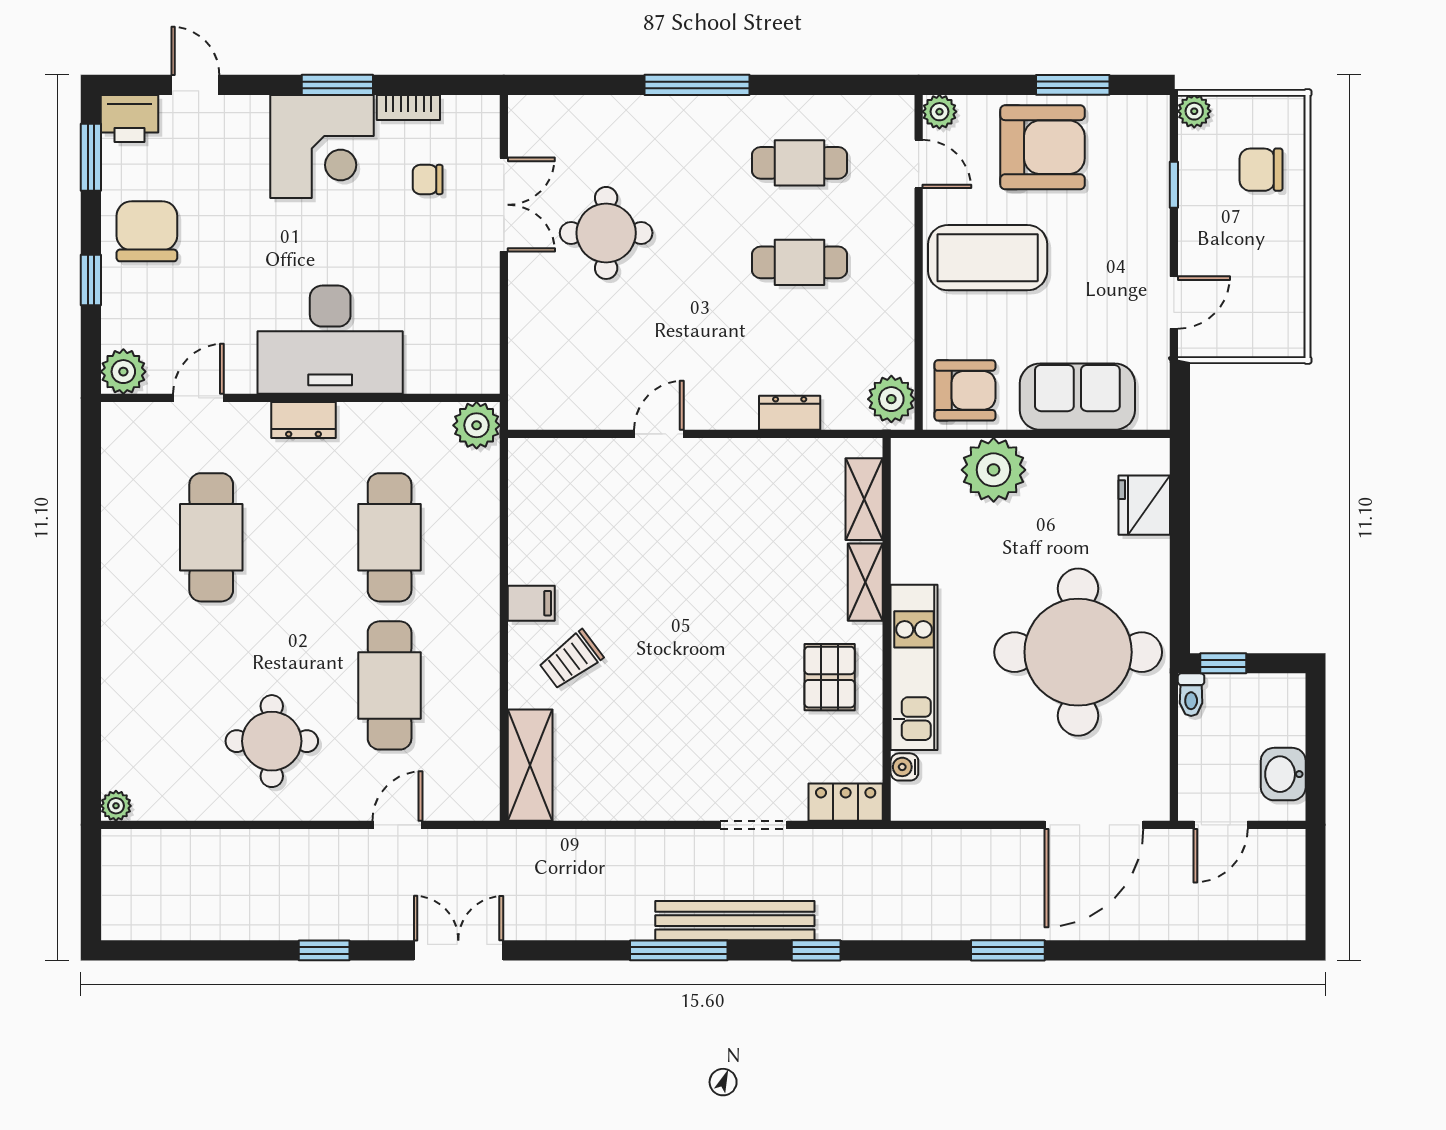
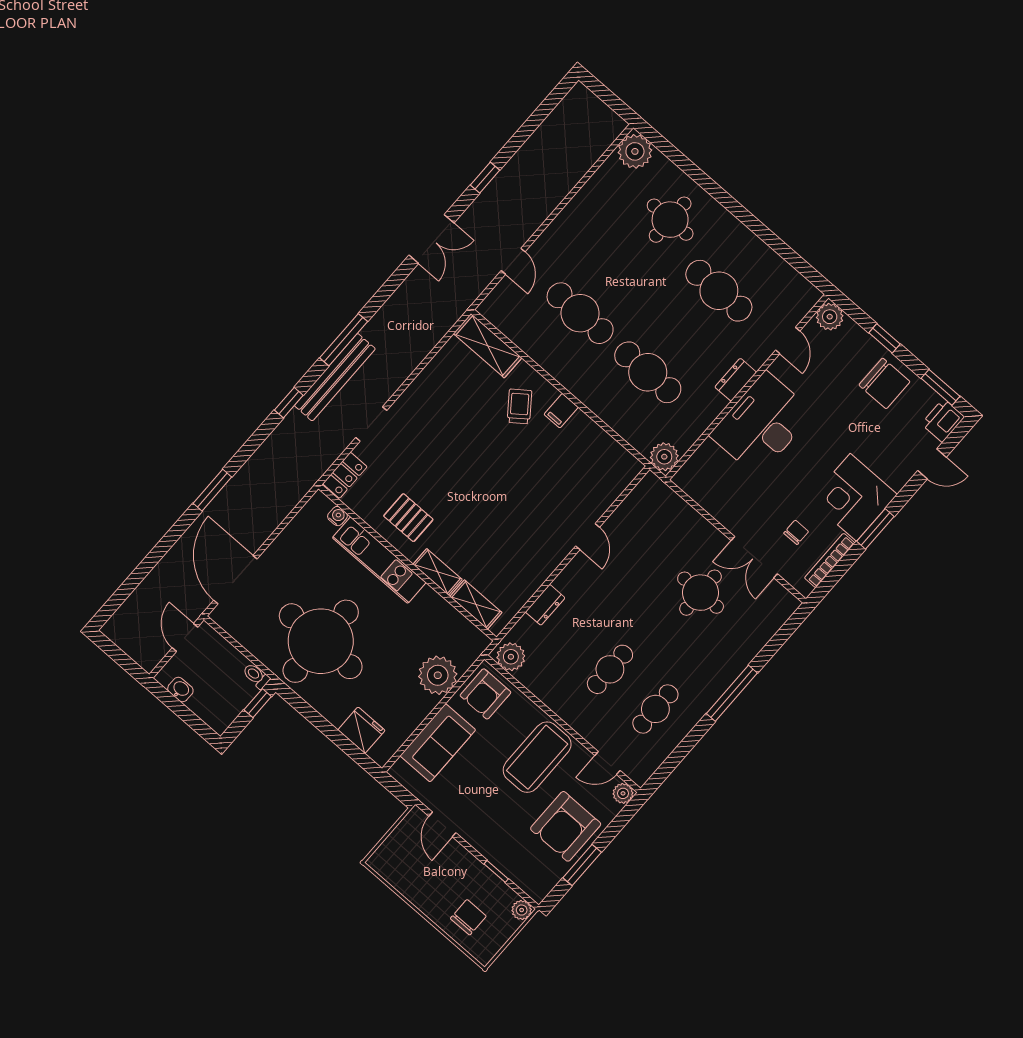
bookcase: (408, 107) -> (830, 560), width x1.56
round table: (272, 741) -> (670, 220), moved
washbasin: (1283, 774) -> (180, 690), width x0.72, depth x0.69
plant: (116, 806) -> (635, 151), width x1.87, depth x1.87

